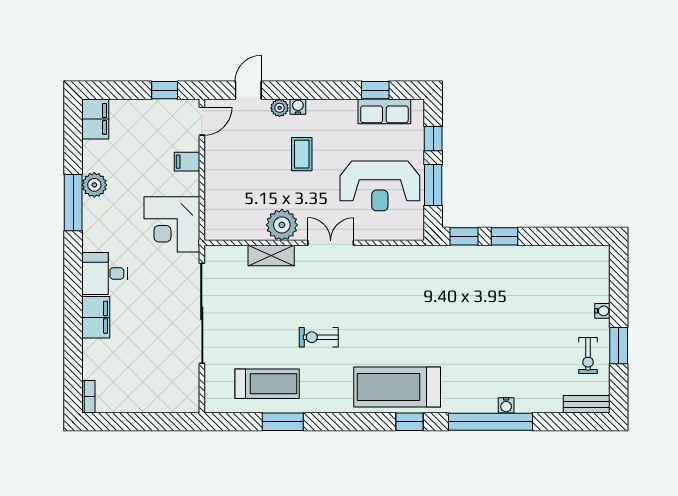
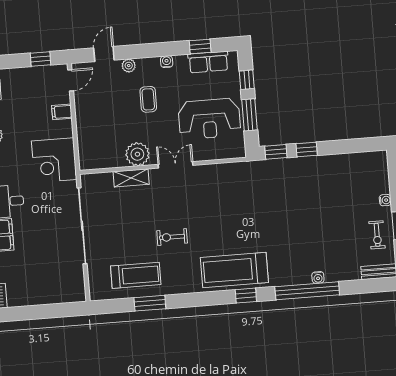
water cooler: (298, 107) -> (167, 62), moved

